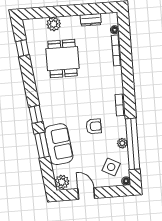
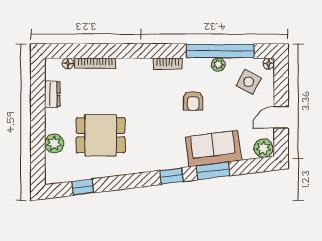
armchair: (94, 126) -> (193, 101), turned 180

